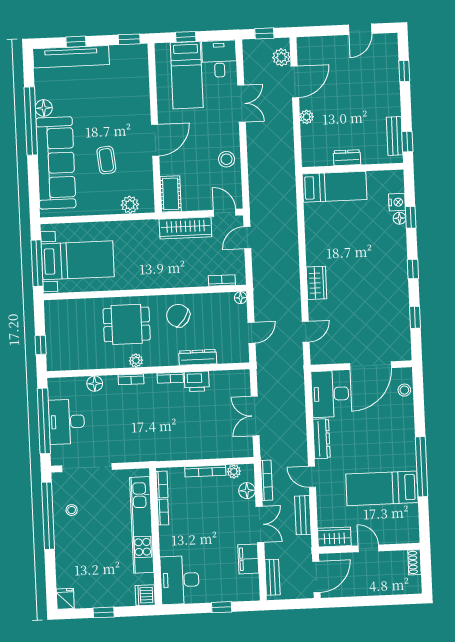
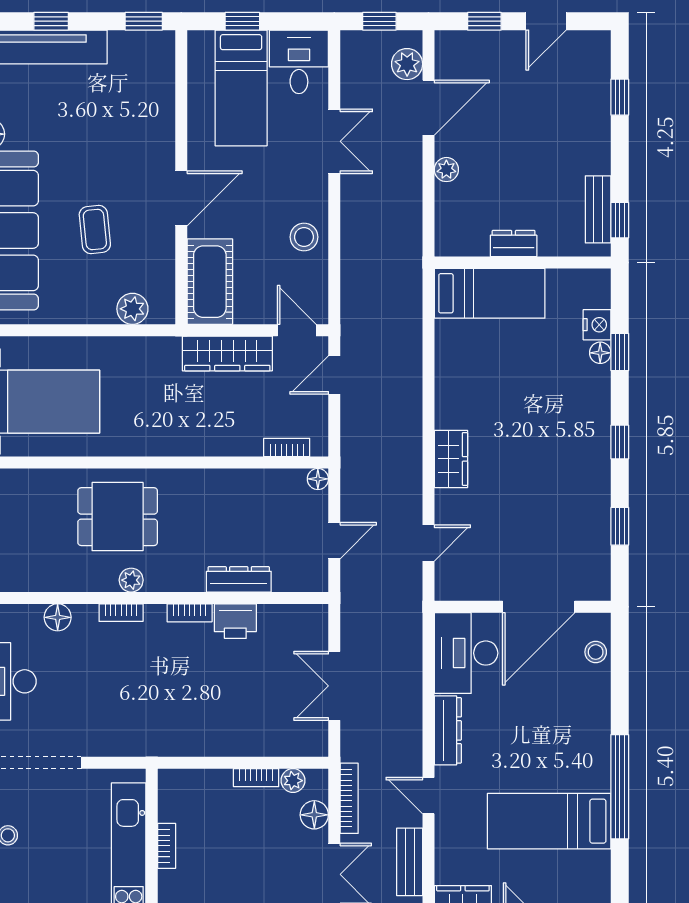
window: (325, 31) -> (484, 21), added
cot: (171, 194) -> (210, 282), width x1.37, depth x1.34
chair: (178, 316) -> (208, 505), removed
bookcase: (205, 471) -> (256, 778), width x0.64
bookcase: (162, 484) -> (167, 798), removed

